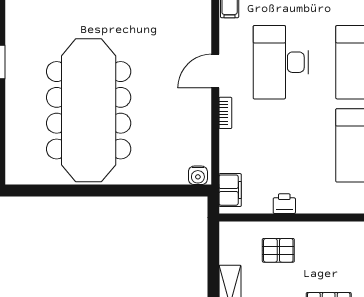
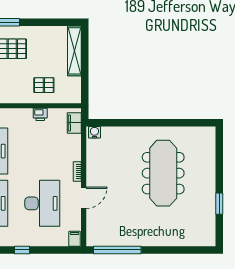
meeting table: (89, 110) -> (163, 173), width x0.73, depth x0.79

